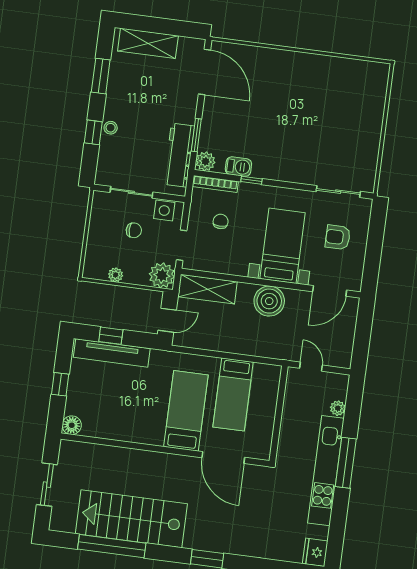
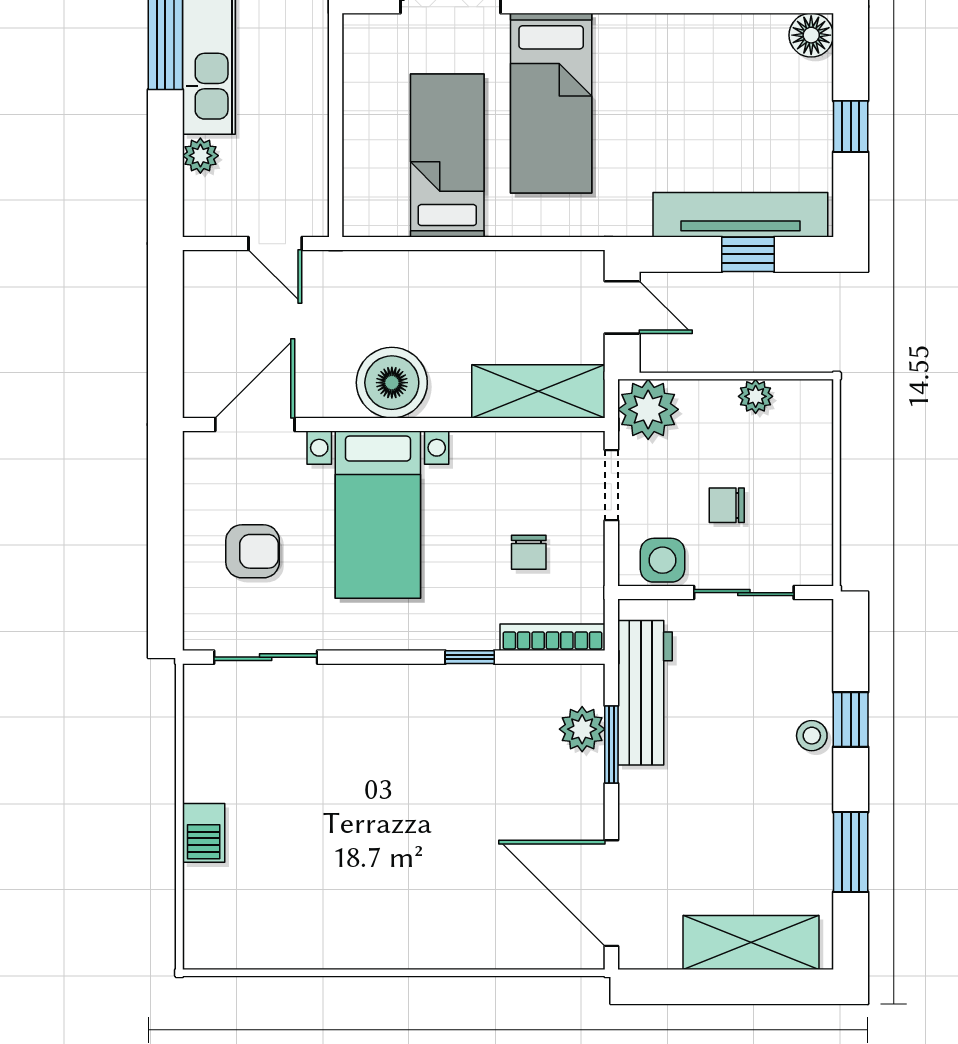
plant: (205, 161) -> (582, 729), moved
barbecue: (238, 167) -> (204, 833), moved, turned -90
door: (167, 320) -> (622, 307), swing flipped

